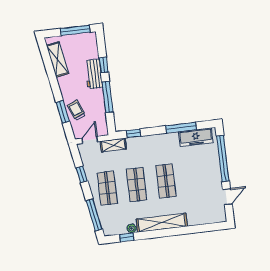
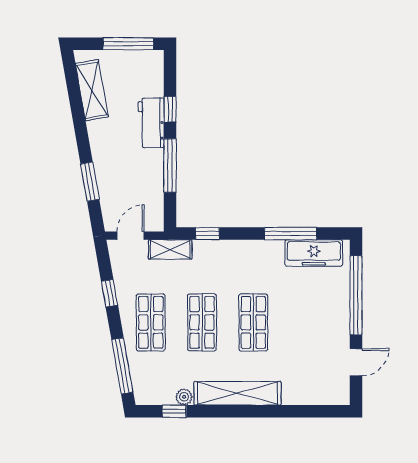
trolley: (76, 110) -> (114, 182), removed

